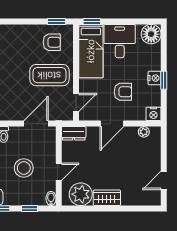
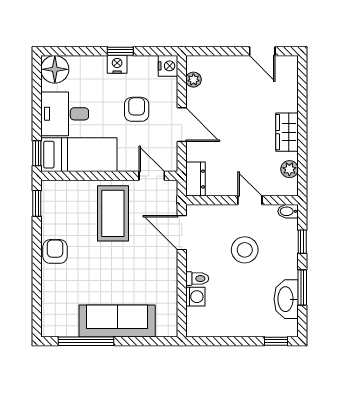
armchair: (52, 42) -> (55, 251), moved
plant: (81, 194) -> (289, 169), width x0.53, depth x0.53

